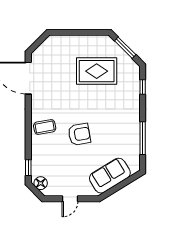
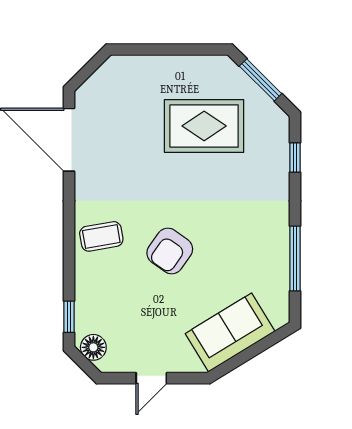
armchair: (79, 134) -> (170, 251), turned 135

